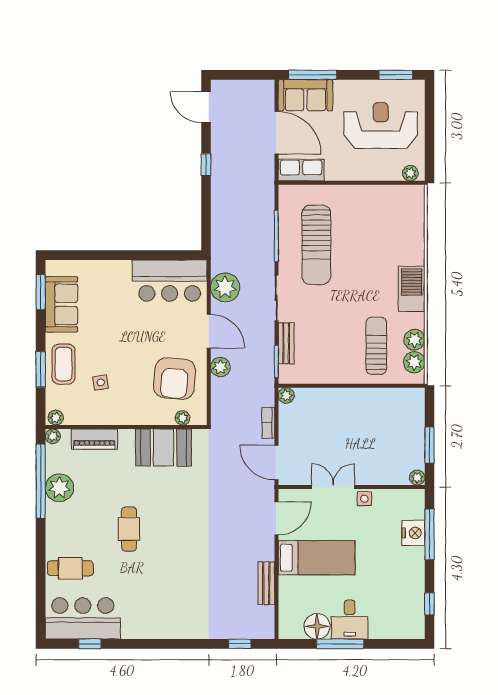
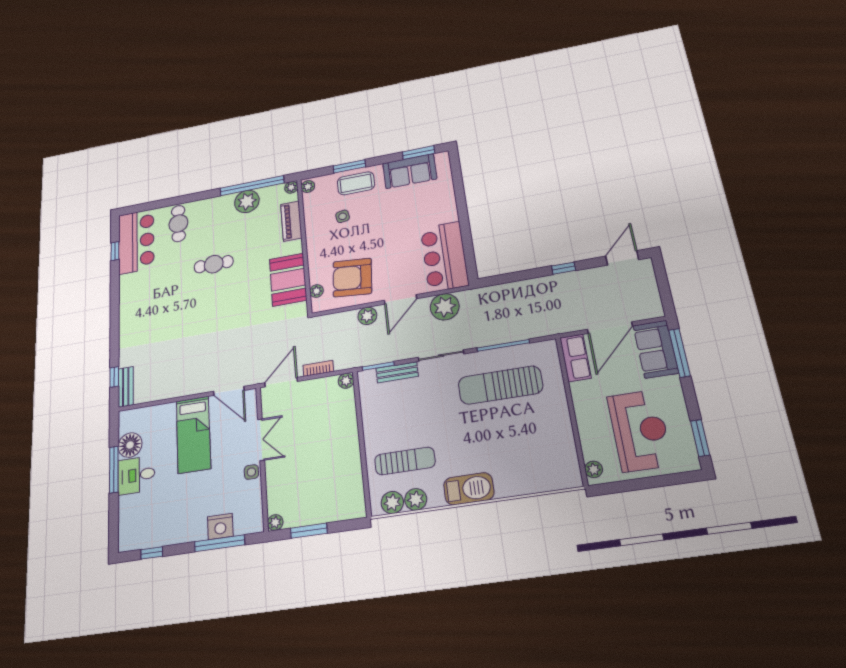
bench: (266, 583) -> (126, 387), moved, turned 90

